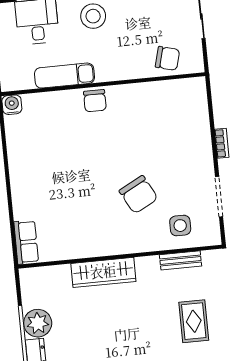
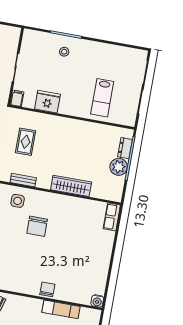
chair: (139, 195) -> (37, 226), turned -152

